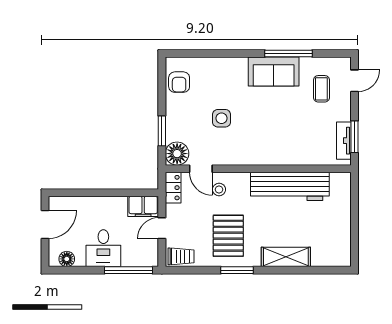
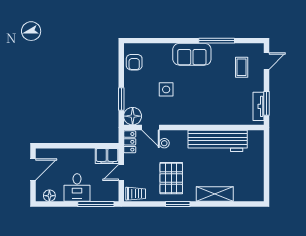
sofa: (274, 72) -> (192, 54), moved

